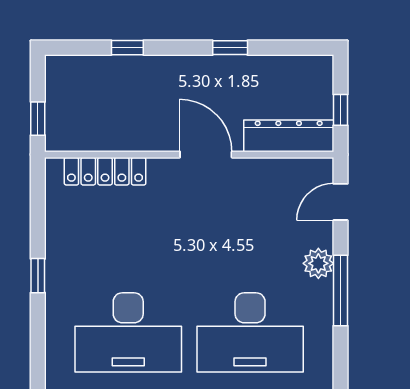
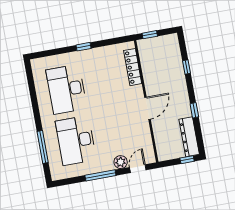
window: (340, 110) -> (187, 160), moved
dresser: (289, 136) -> (189, 137), moved, turned 180
door: (340, 202) -> (138, 169), hinge flipped
plant: (318, 263) -> (121, 162), moved

